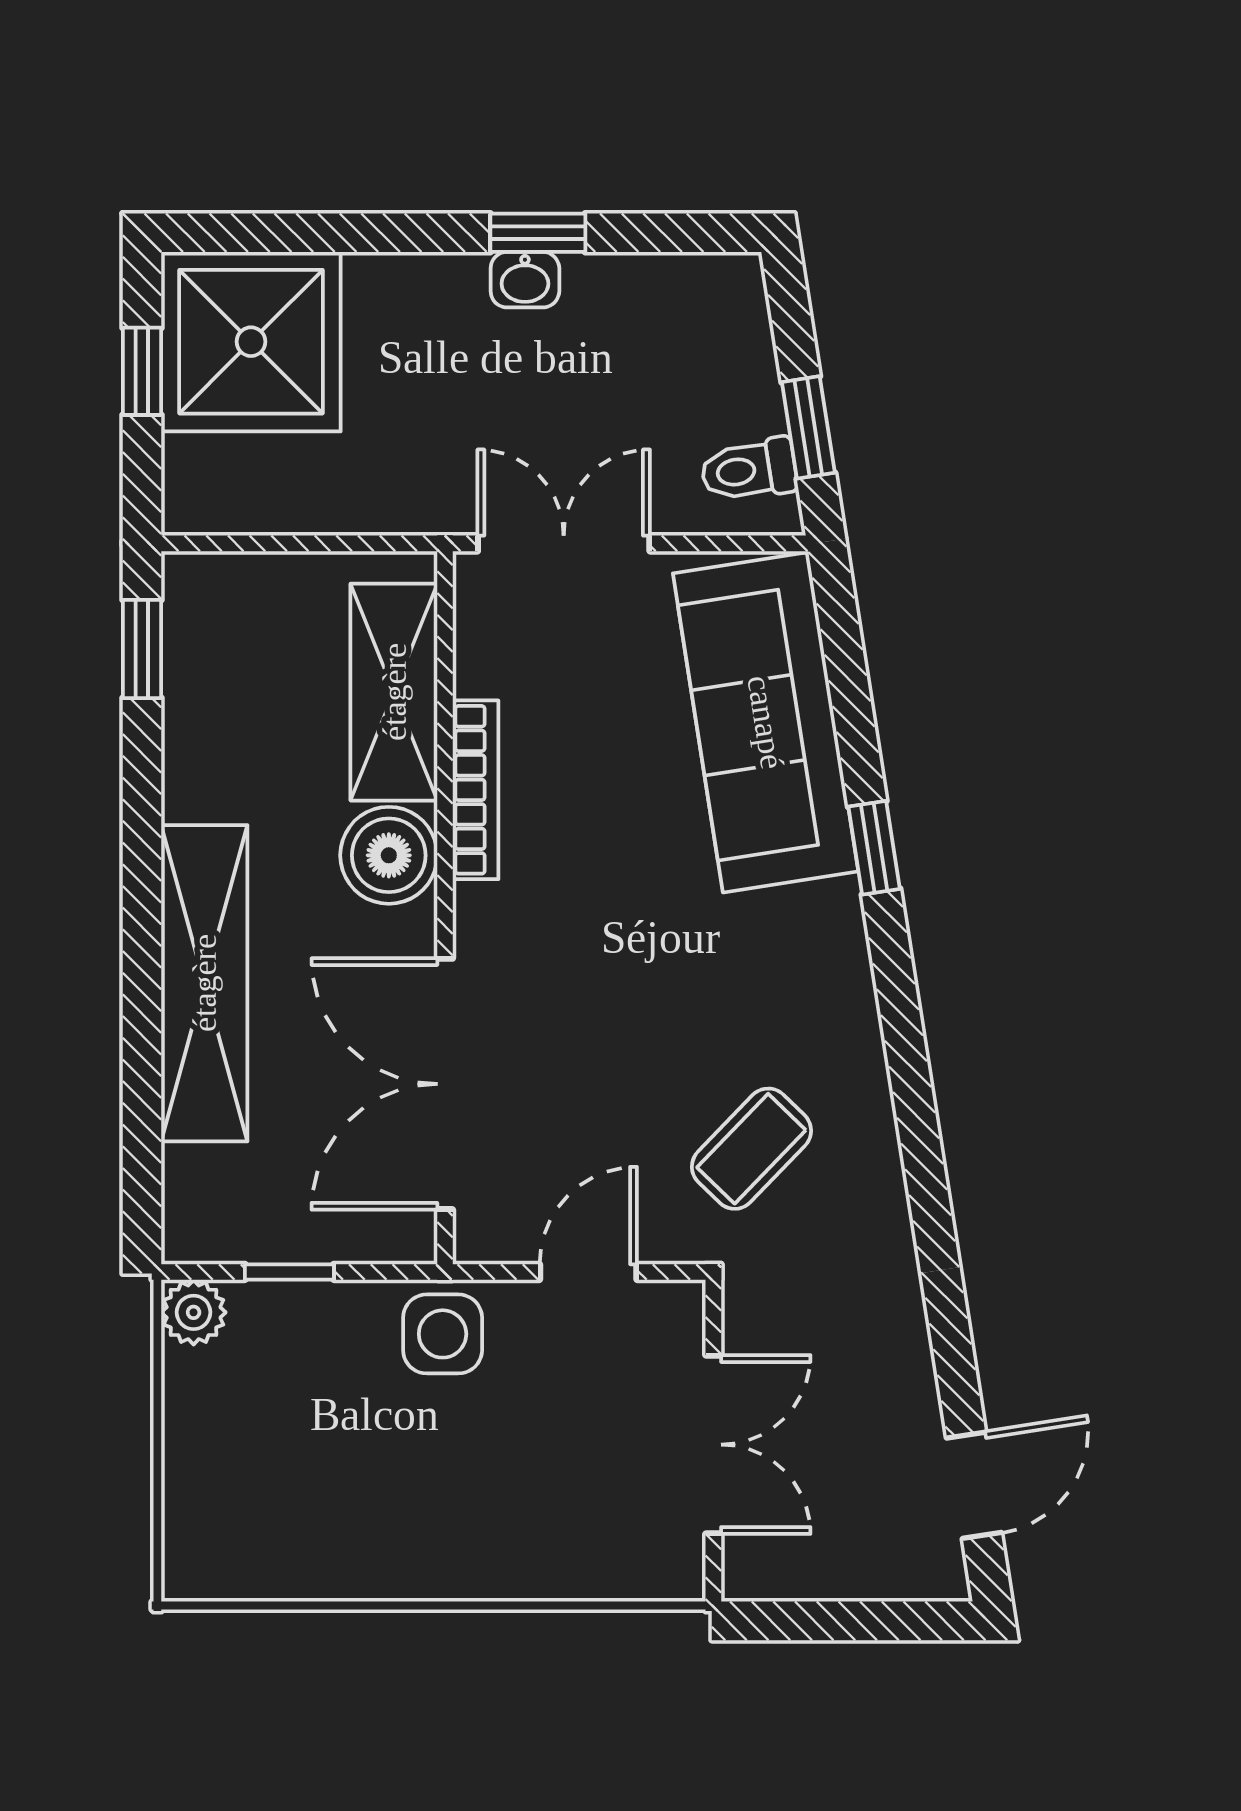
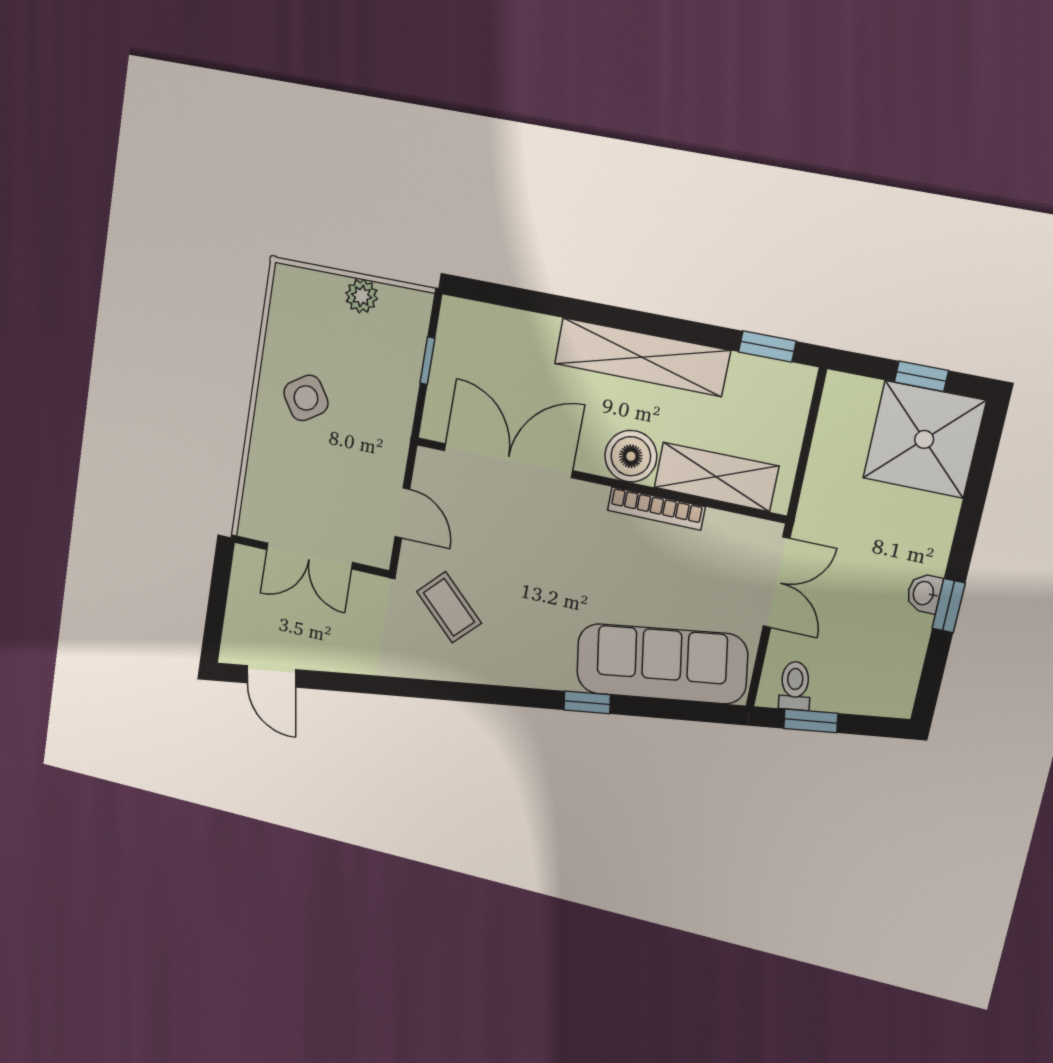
shelving: (204, 983) -> (642, 357), moved
plant: (194, 1312) -> (362, 296), moved
side table: (443, 1334) -> (306, 398), moved, turned -33

